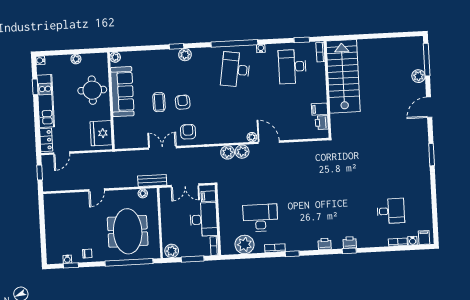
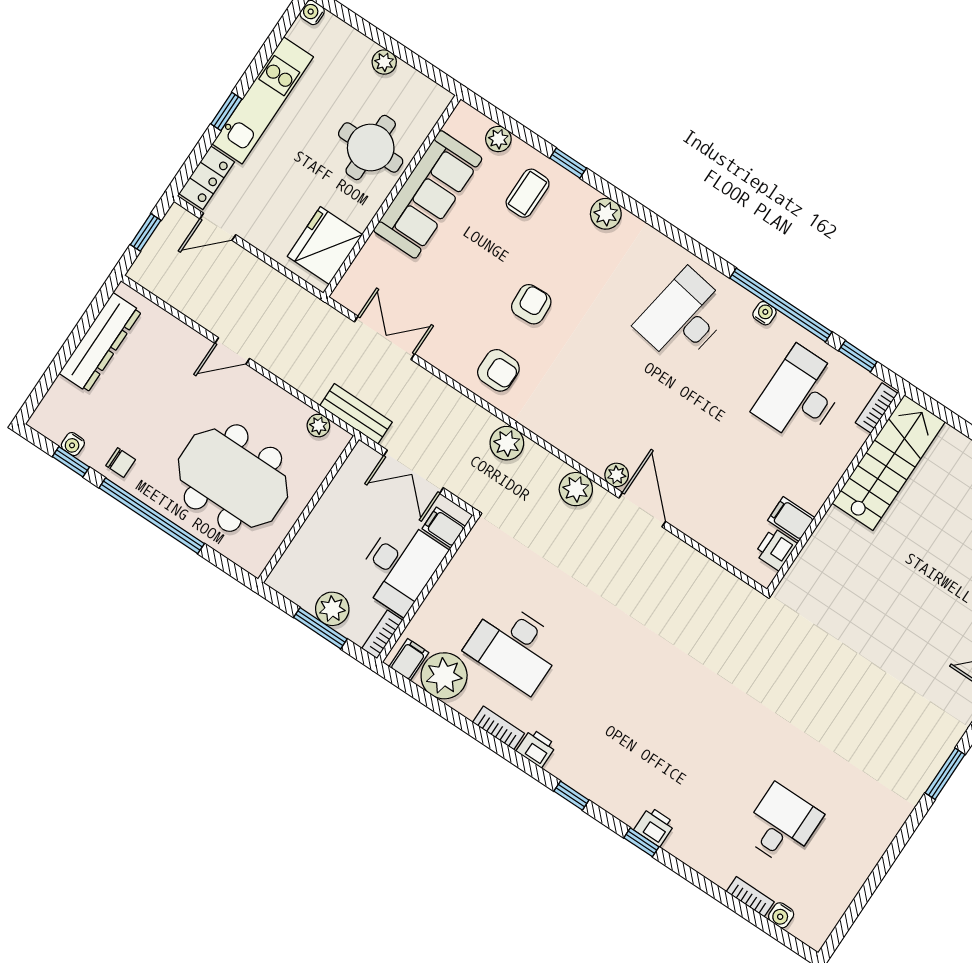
window: (234, 43) -> (781, 305), moved
window: (176, 46) -> (568, 163), moved
plant: (115, 57) -> (498, 139), moved
stairs: (343, 76) -> (889, 462), width x0.73, depth x0.66
window: (35, 87) -> (226, 111), moved
coffee table: (159, 102) -> (528, 193), moved
armchair: (188, 132) -> (498, 370), turned 90
double door: (162, 148) -> (384, 338), moved
plant: (228, 152) -> (507, 443), moved
desk: (391, 211) -> (782, 825), turned -90
desk: (260, 218) -> (514, 647), turned 180
dresser: (52, 219) -> (100, 342), added
meeting table: (128, 231) -> (233, 478), turned 90
filing cabinet: (424, 238) -> (409, 660), moved
printer: (325, 244) -> (536, 748), moved
plant: (172, 251) -> (332, 609), moved
window: (292, 254) -> (571, 796), moved
window: (129, 262) -> (152, 516), moved

